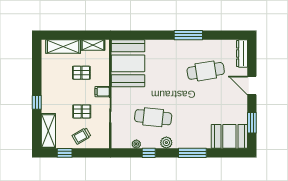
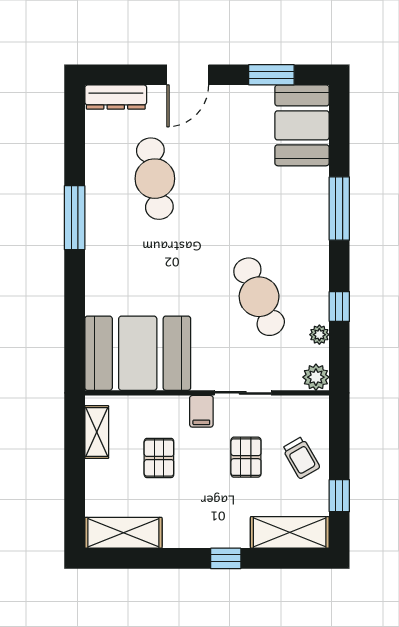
shelving: (63, 47) -> (123, 533), moved, turned 90
cafe table: (153, 117) -> (259, 297), turned -30
plant: (166, 143) -> (316, 377), moved

